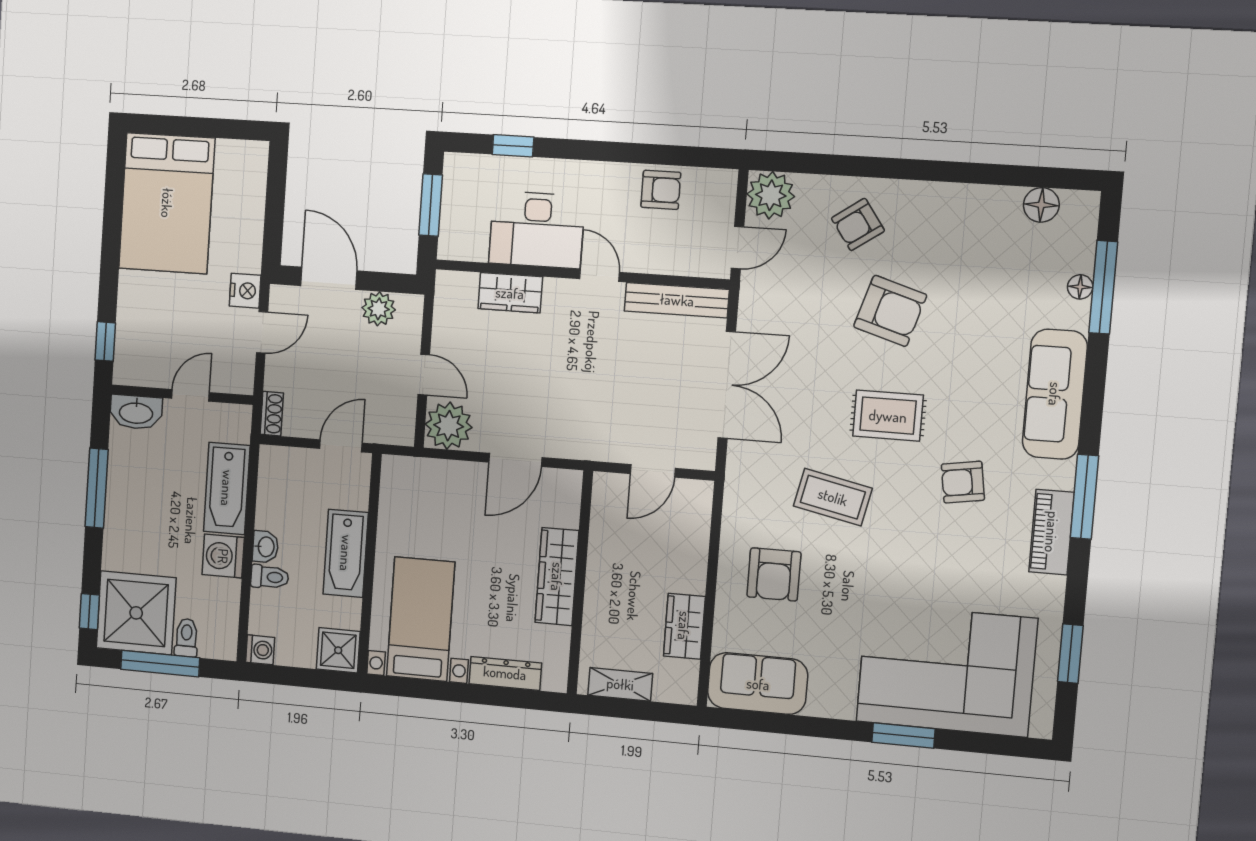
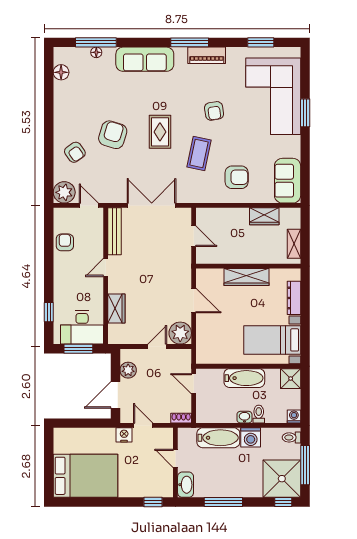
desk: (537, 230) -> (82, 327), moved, turned 90
armchair: (963, 482) -> (214, 111), moved
toilet: (186, 638) -> (291, 437), moved

